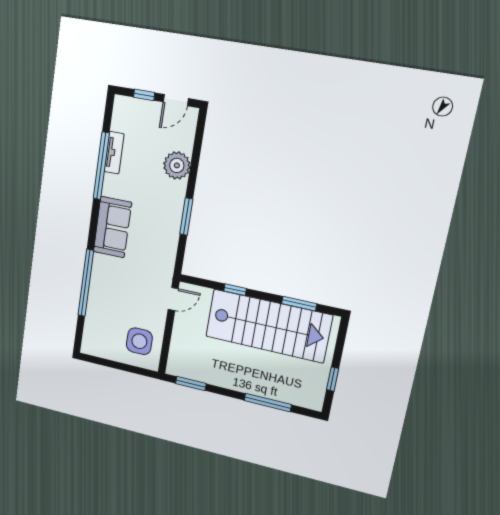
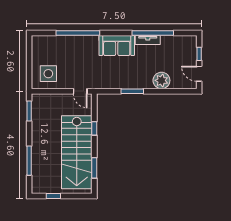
tv unit: (114, 153) -> (148, 40), moved

